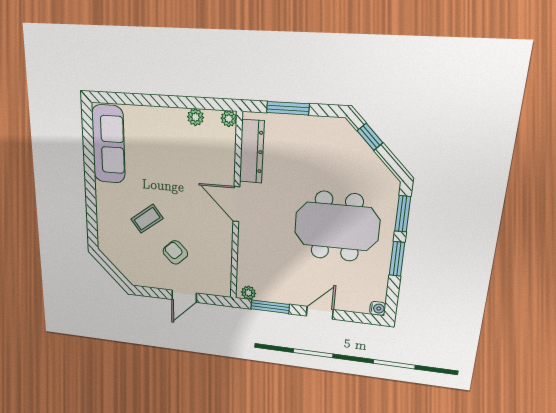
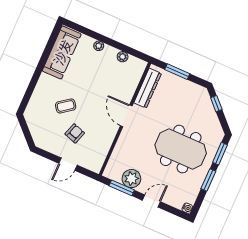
plant: (229, 119) -> (99, 46), moved
armchair: (175, 252) -> (75, 133), turned 62
plant: (248, 293) -> (131, 179), moved, width x1.88, depth x1.88

